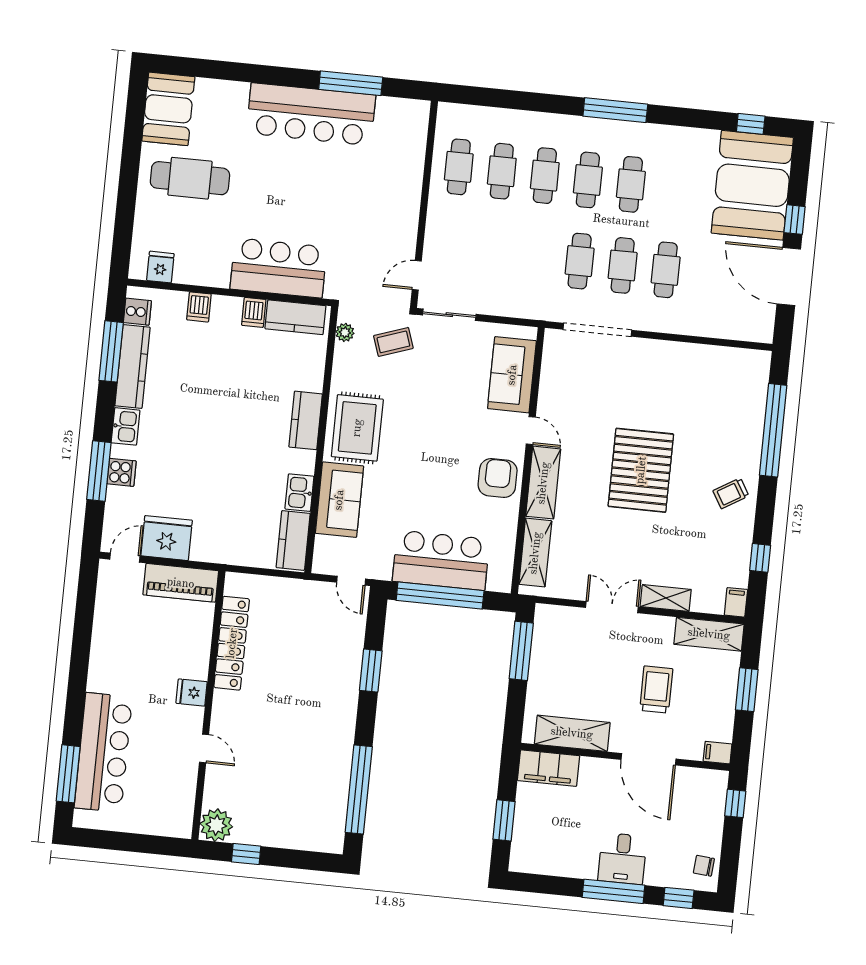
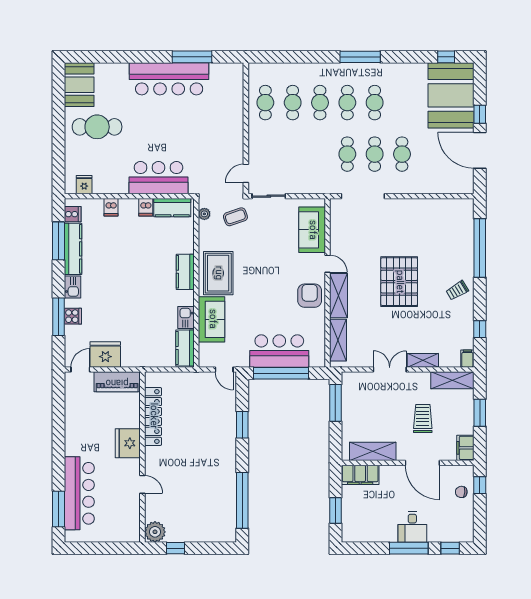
fridge: (192, 693) -> (128, 443), width x1.88, depth x1.34
filing cabinet: (718, 753) -> (465, 448), width x2.00
chair: (704, 866) -> (461, 492), moved

